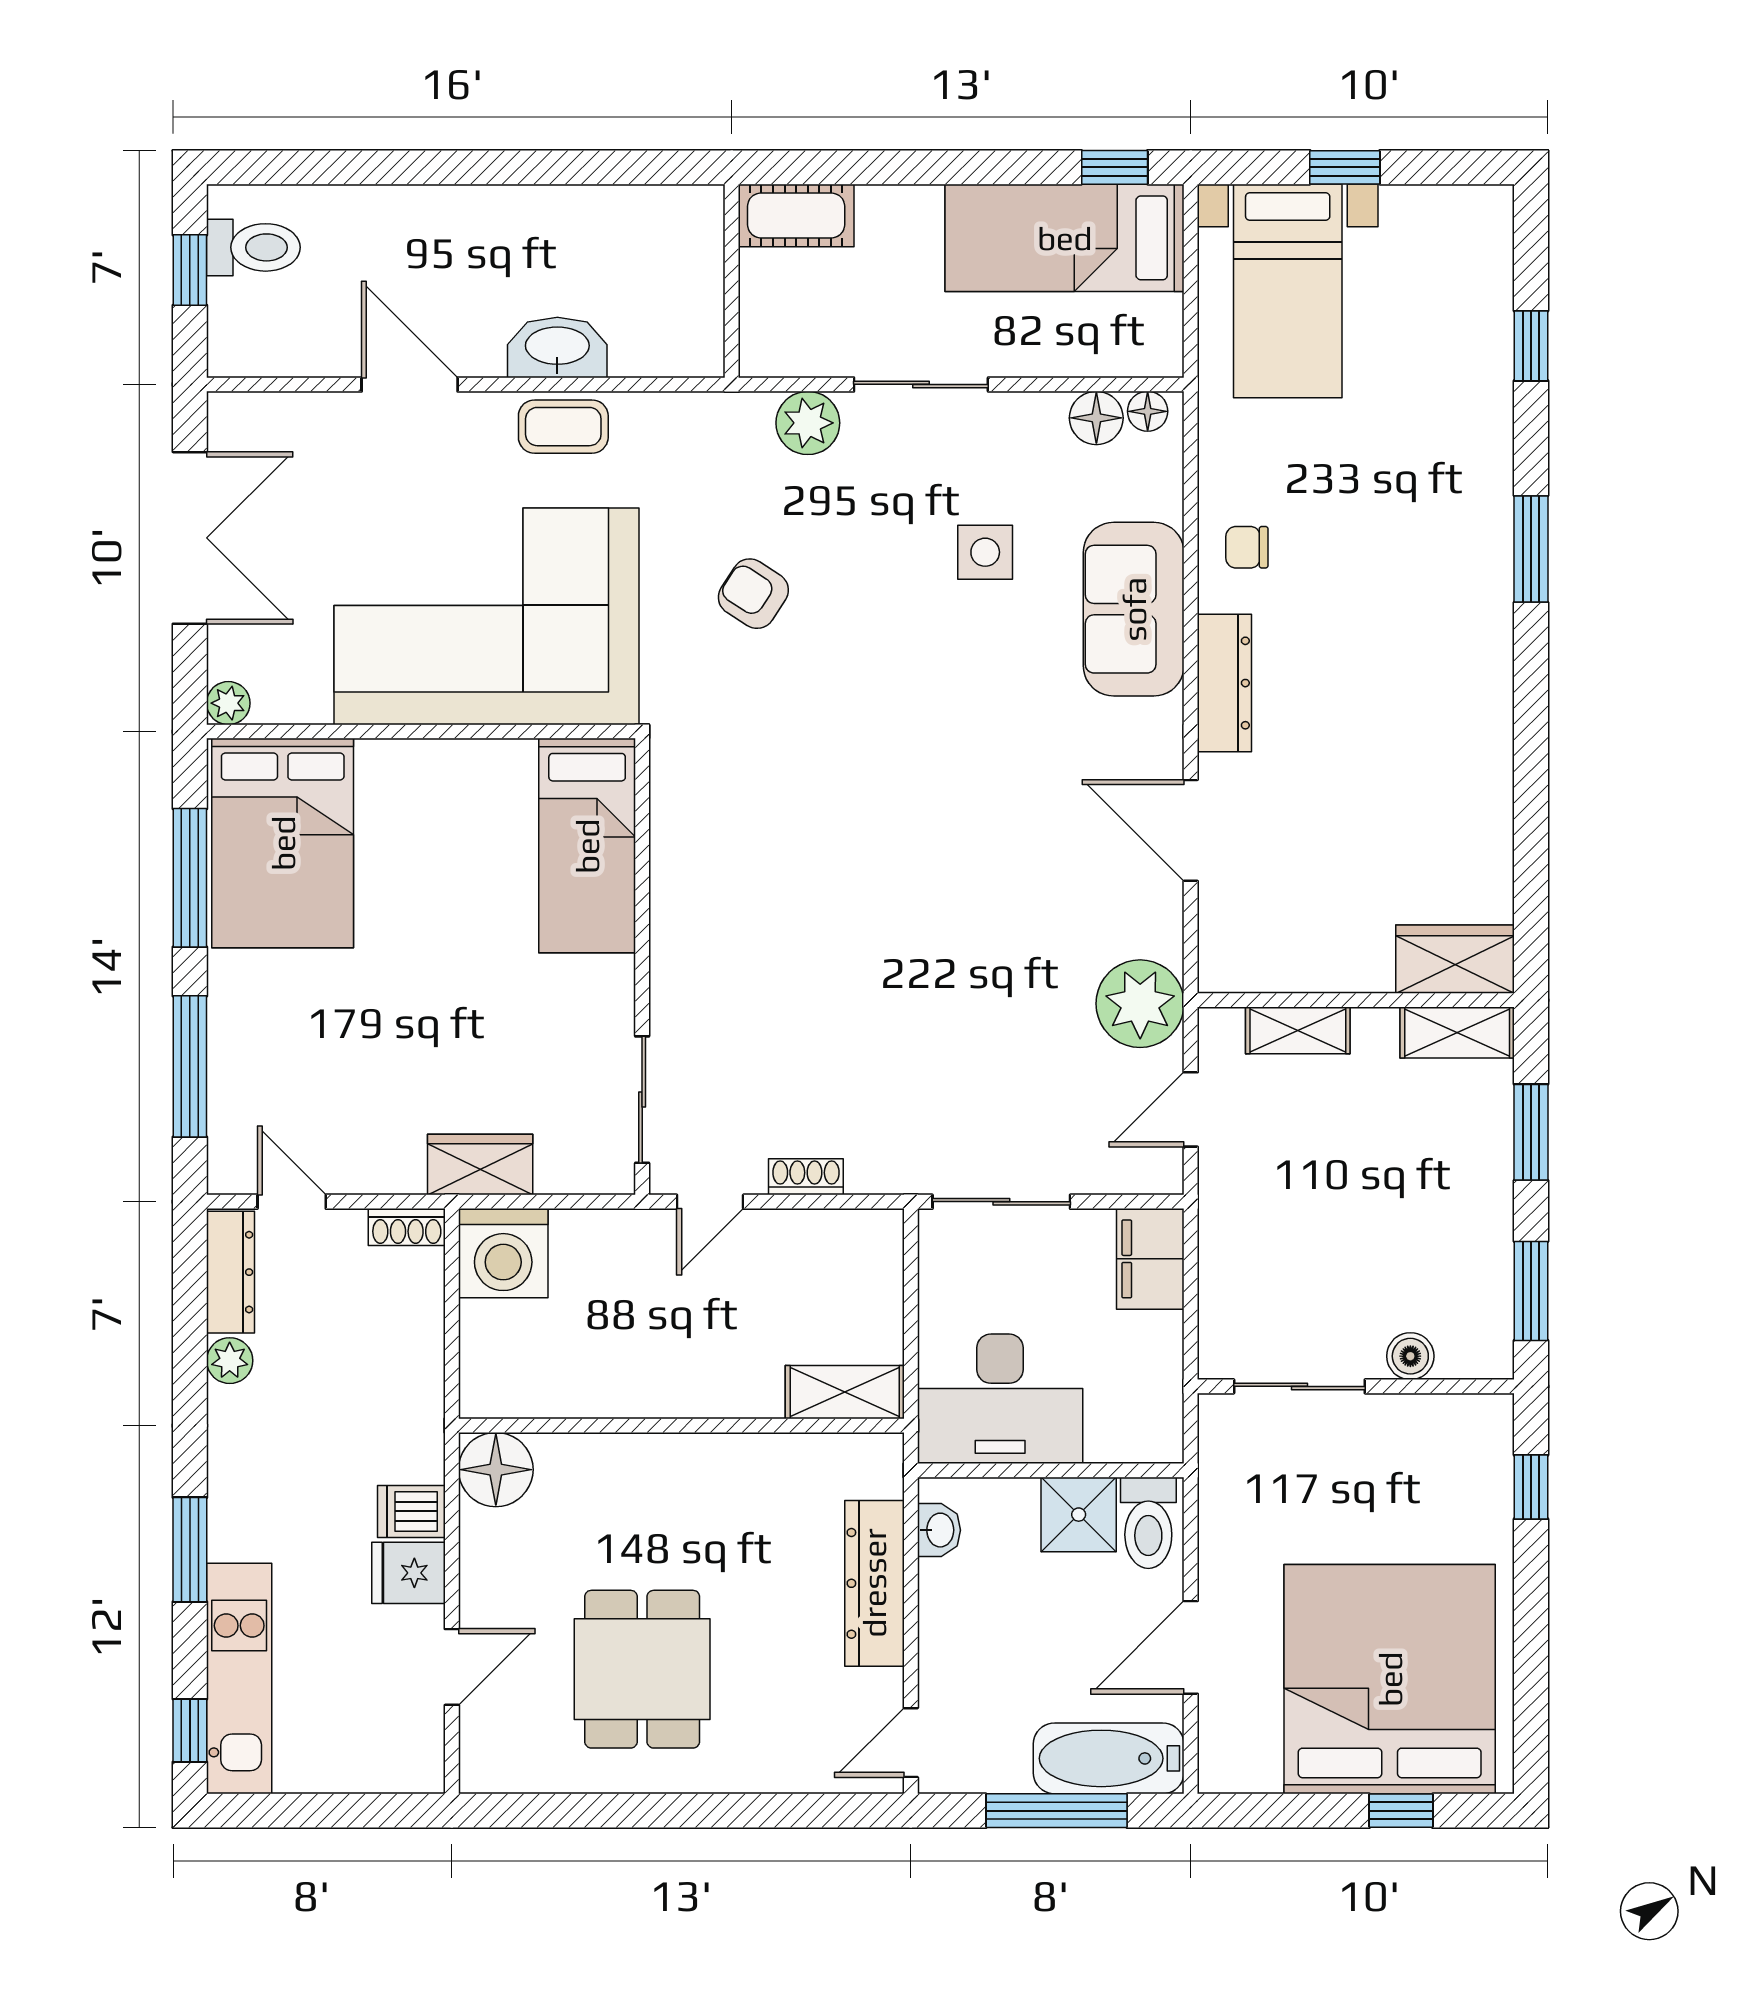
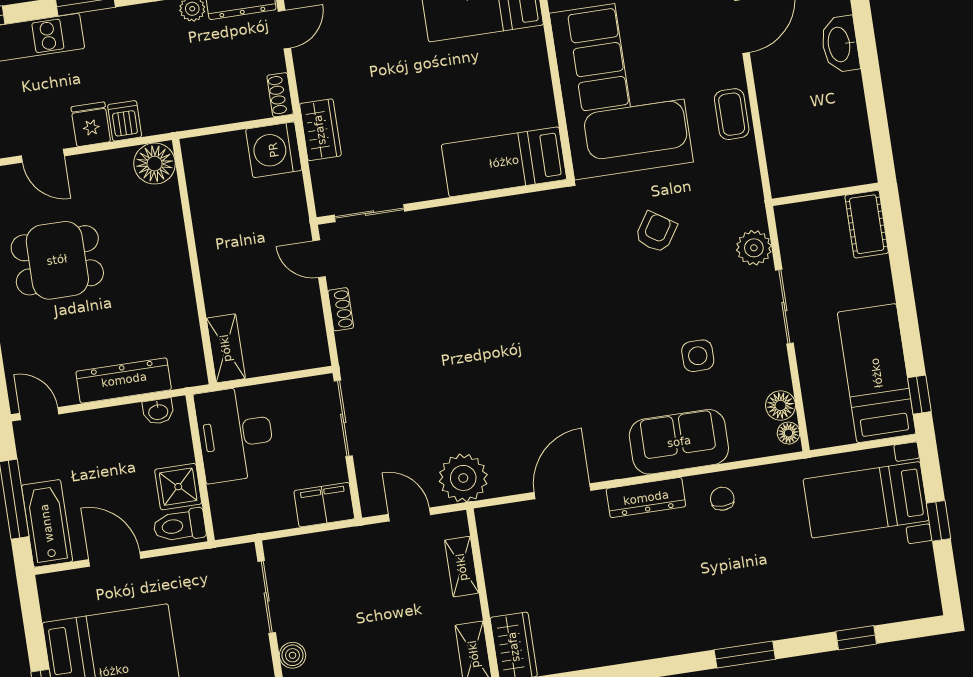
washbasin: (557, 347) -> (840, 44), moved, turned 180

